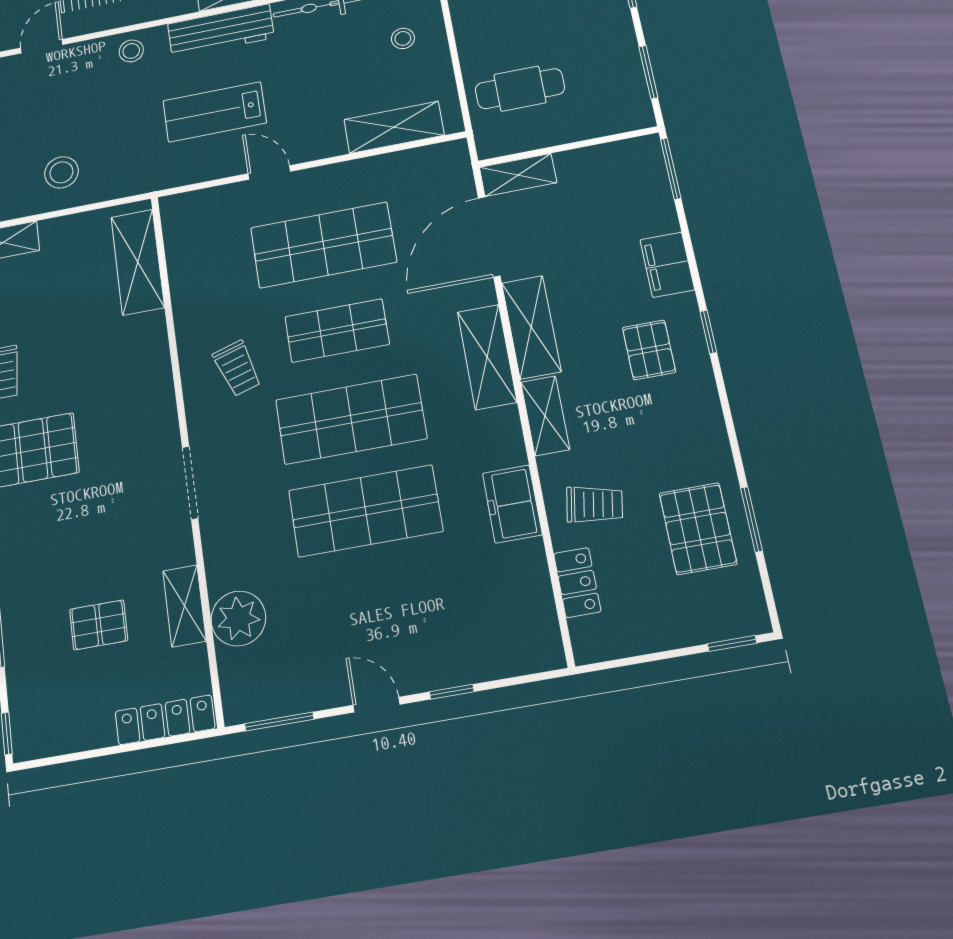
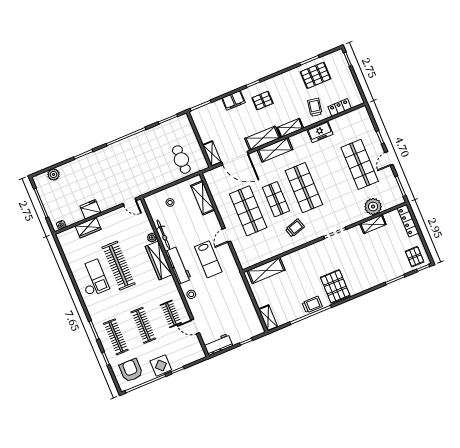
stool: (61, 172) -> (240, 306), removed
shop shelf: (365, 511) -> (360, 164), moved
pallet: (99, 625) -> (415, 257), moved

